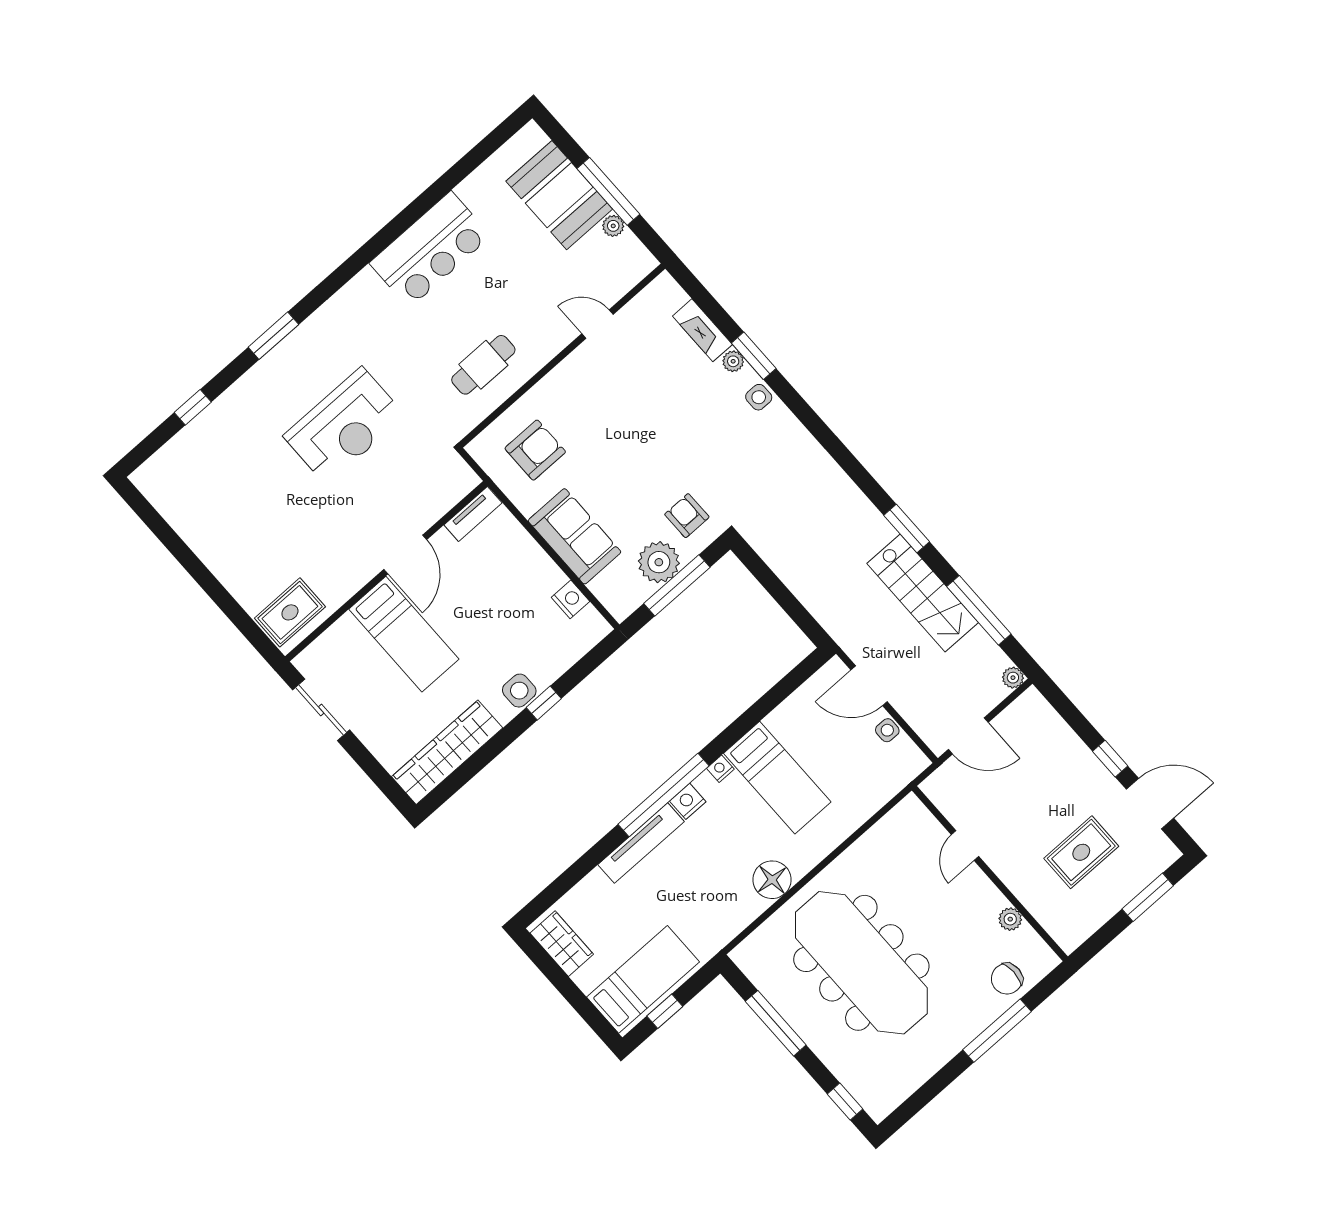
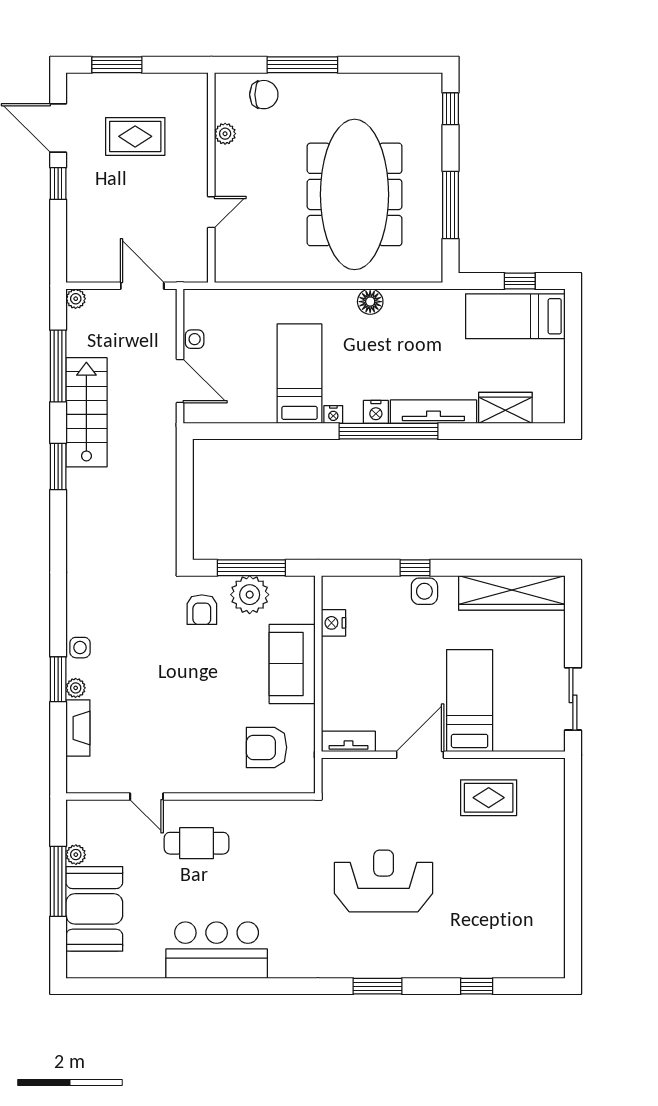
cafe table: (483, 365) -> (197, 843), moved
rug: (290, 612) -> (489, 798), moved
floor lamp: (772, 880) -> (370, 302), width x0.73, depth x0.73
wardrobe: (562, 944) -> (505, 408), moved, turned 90

